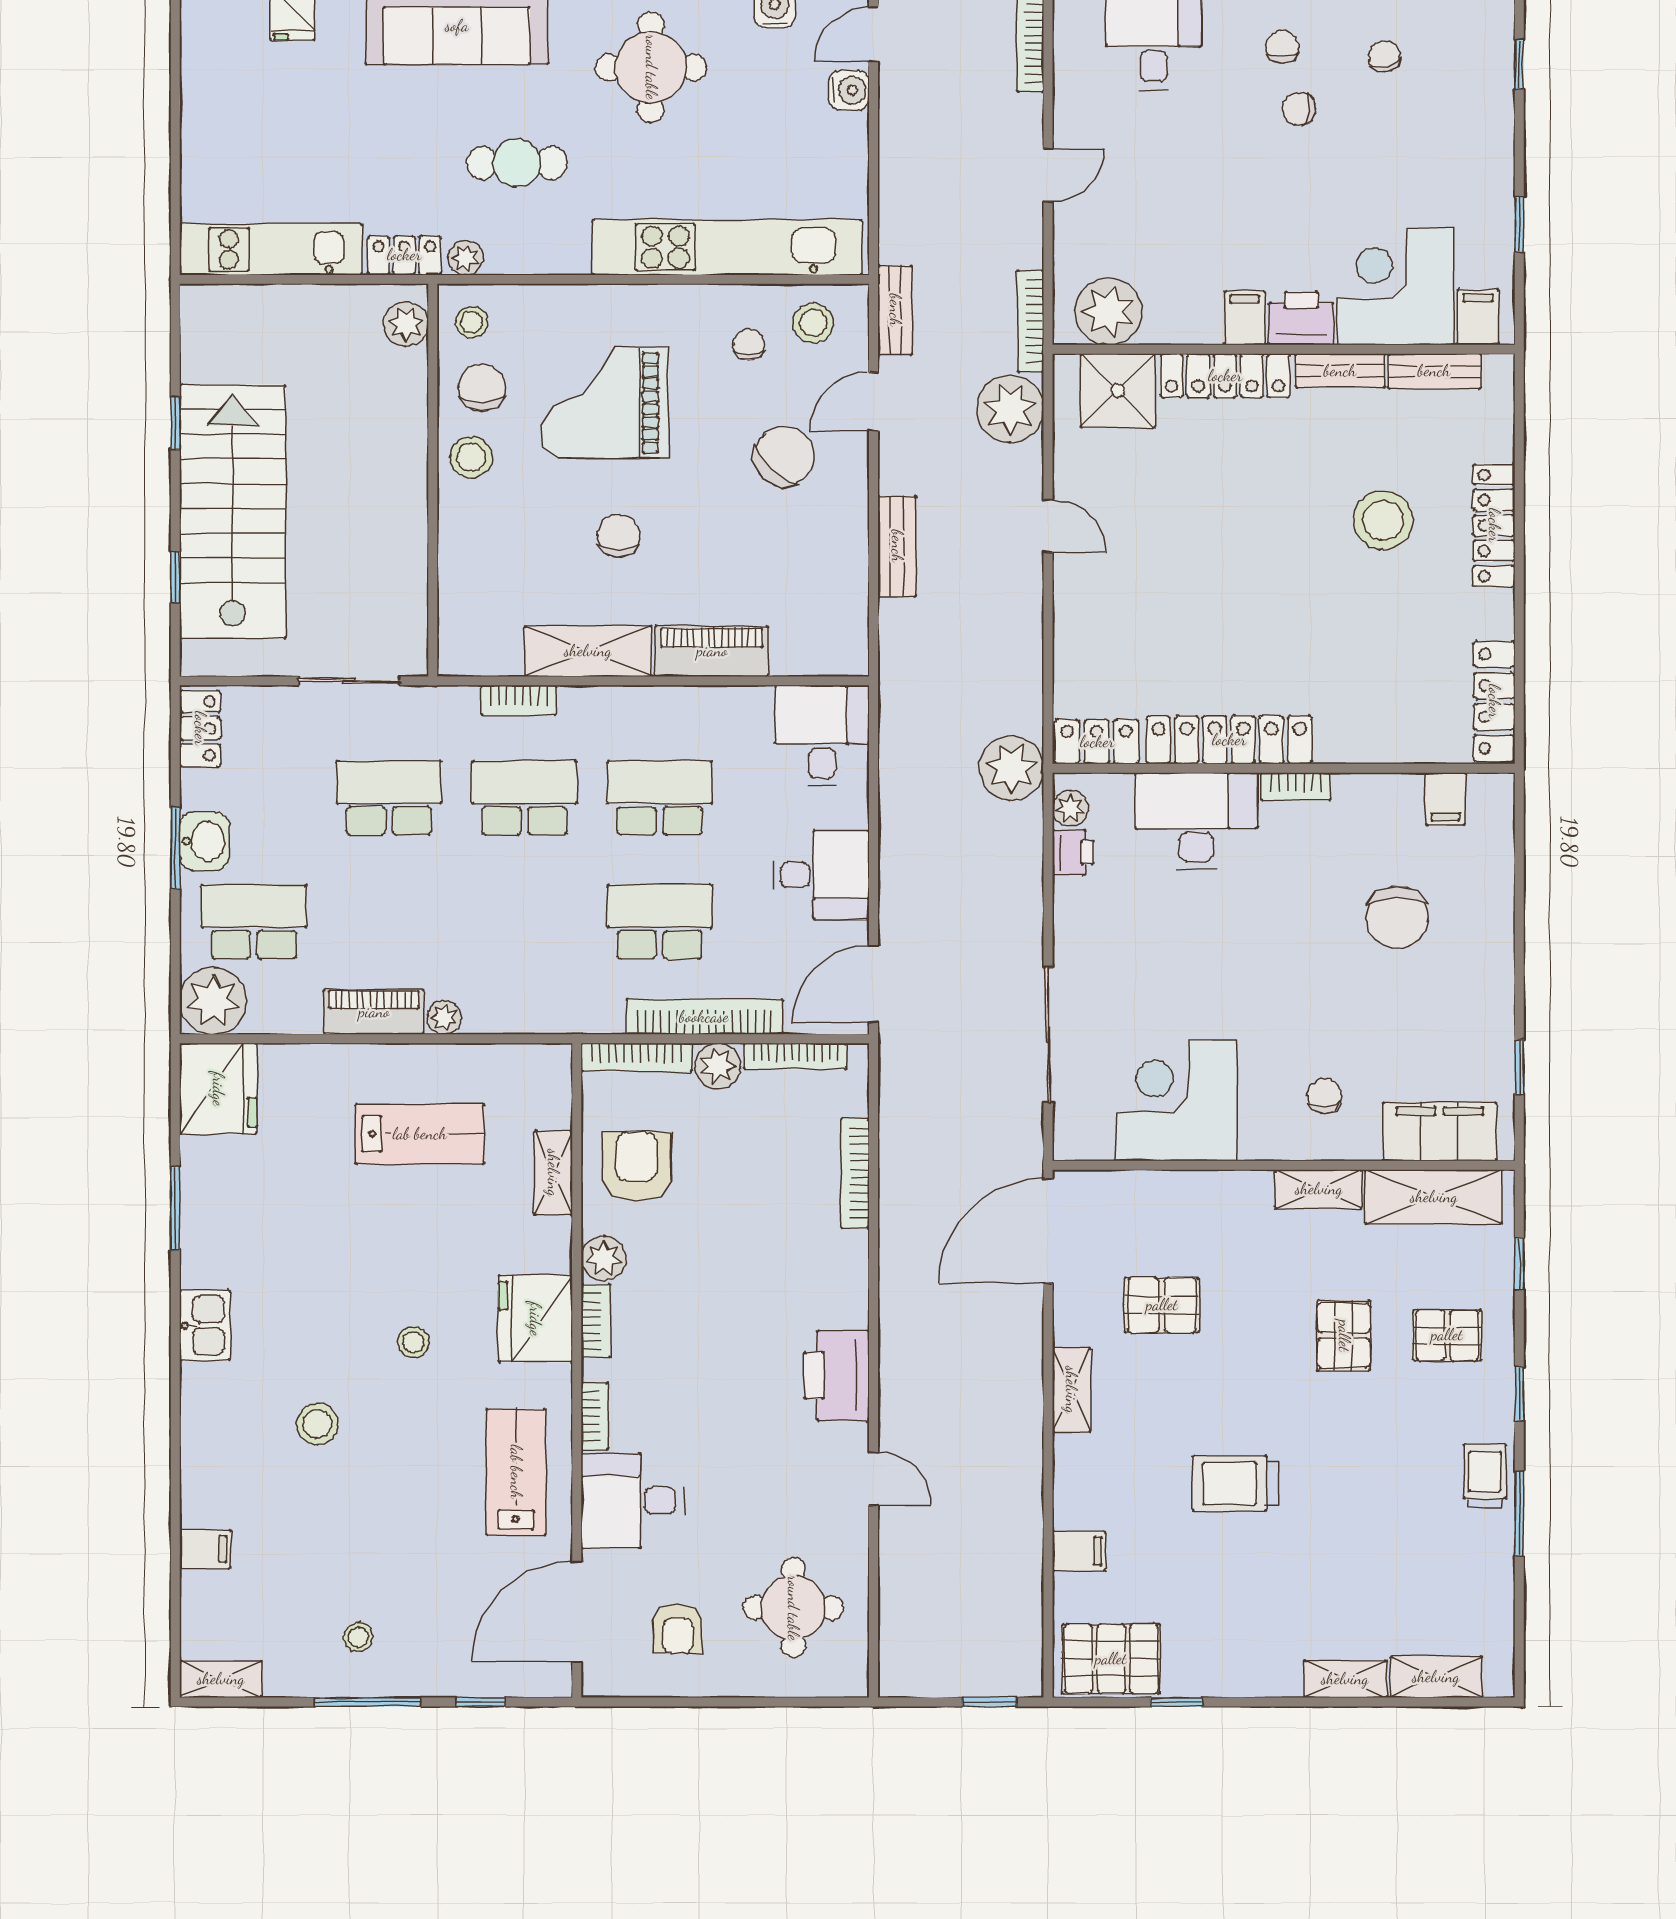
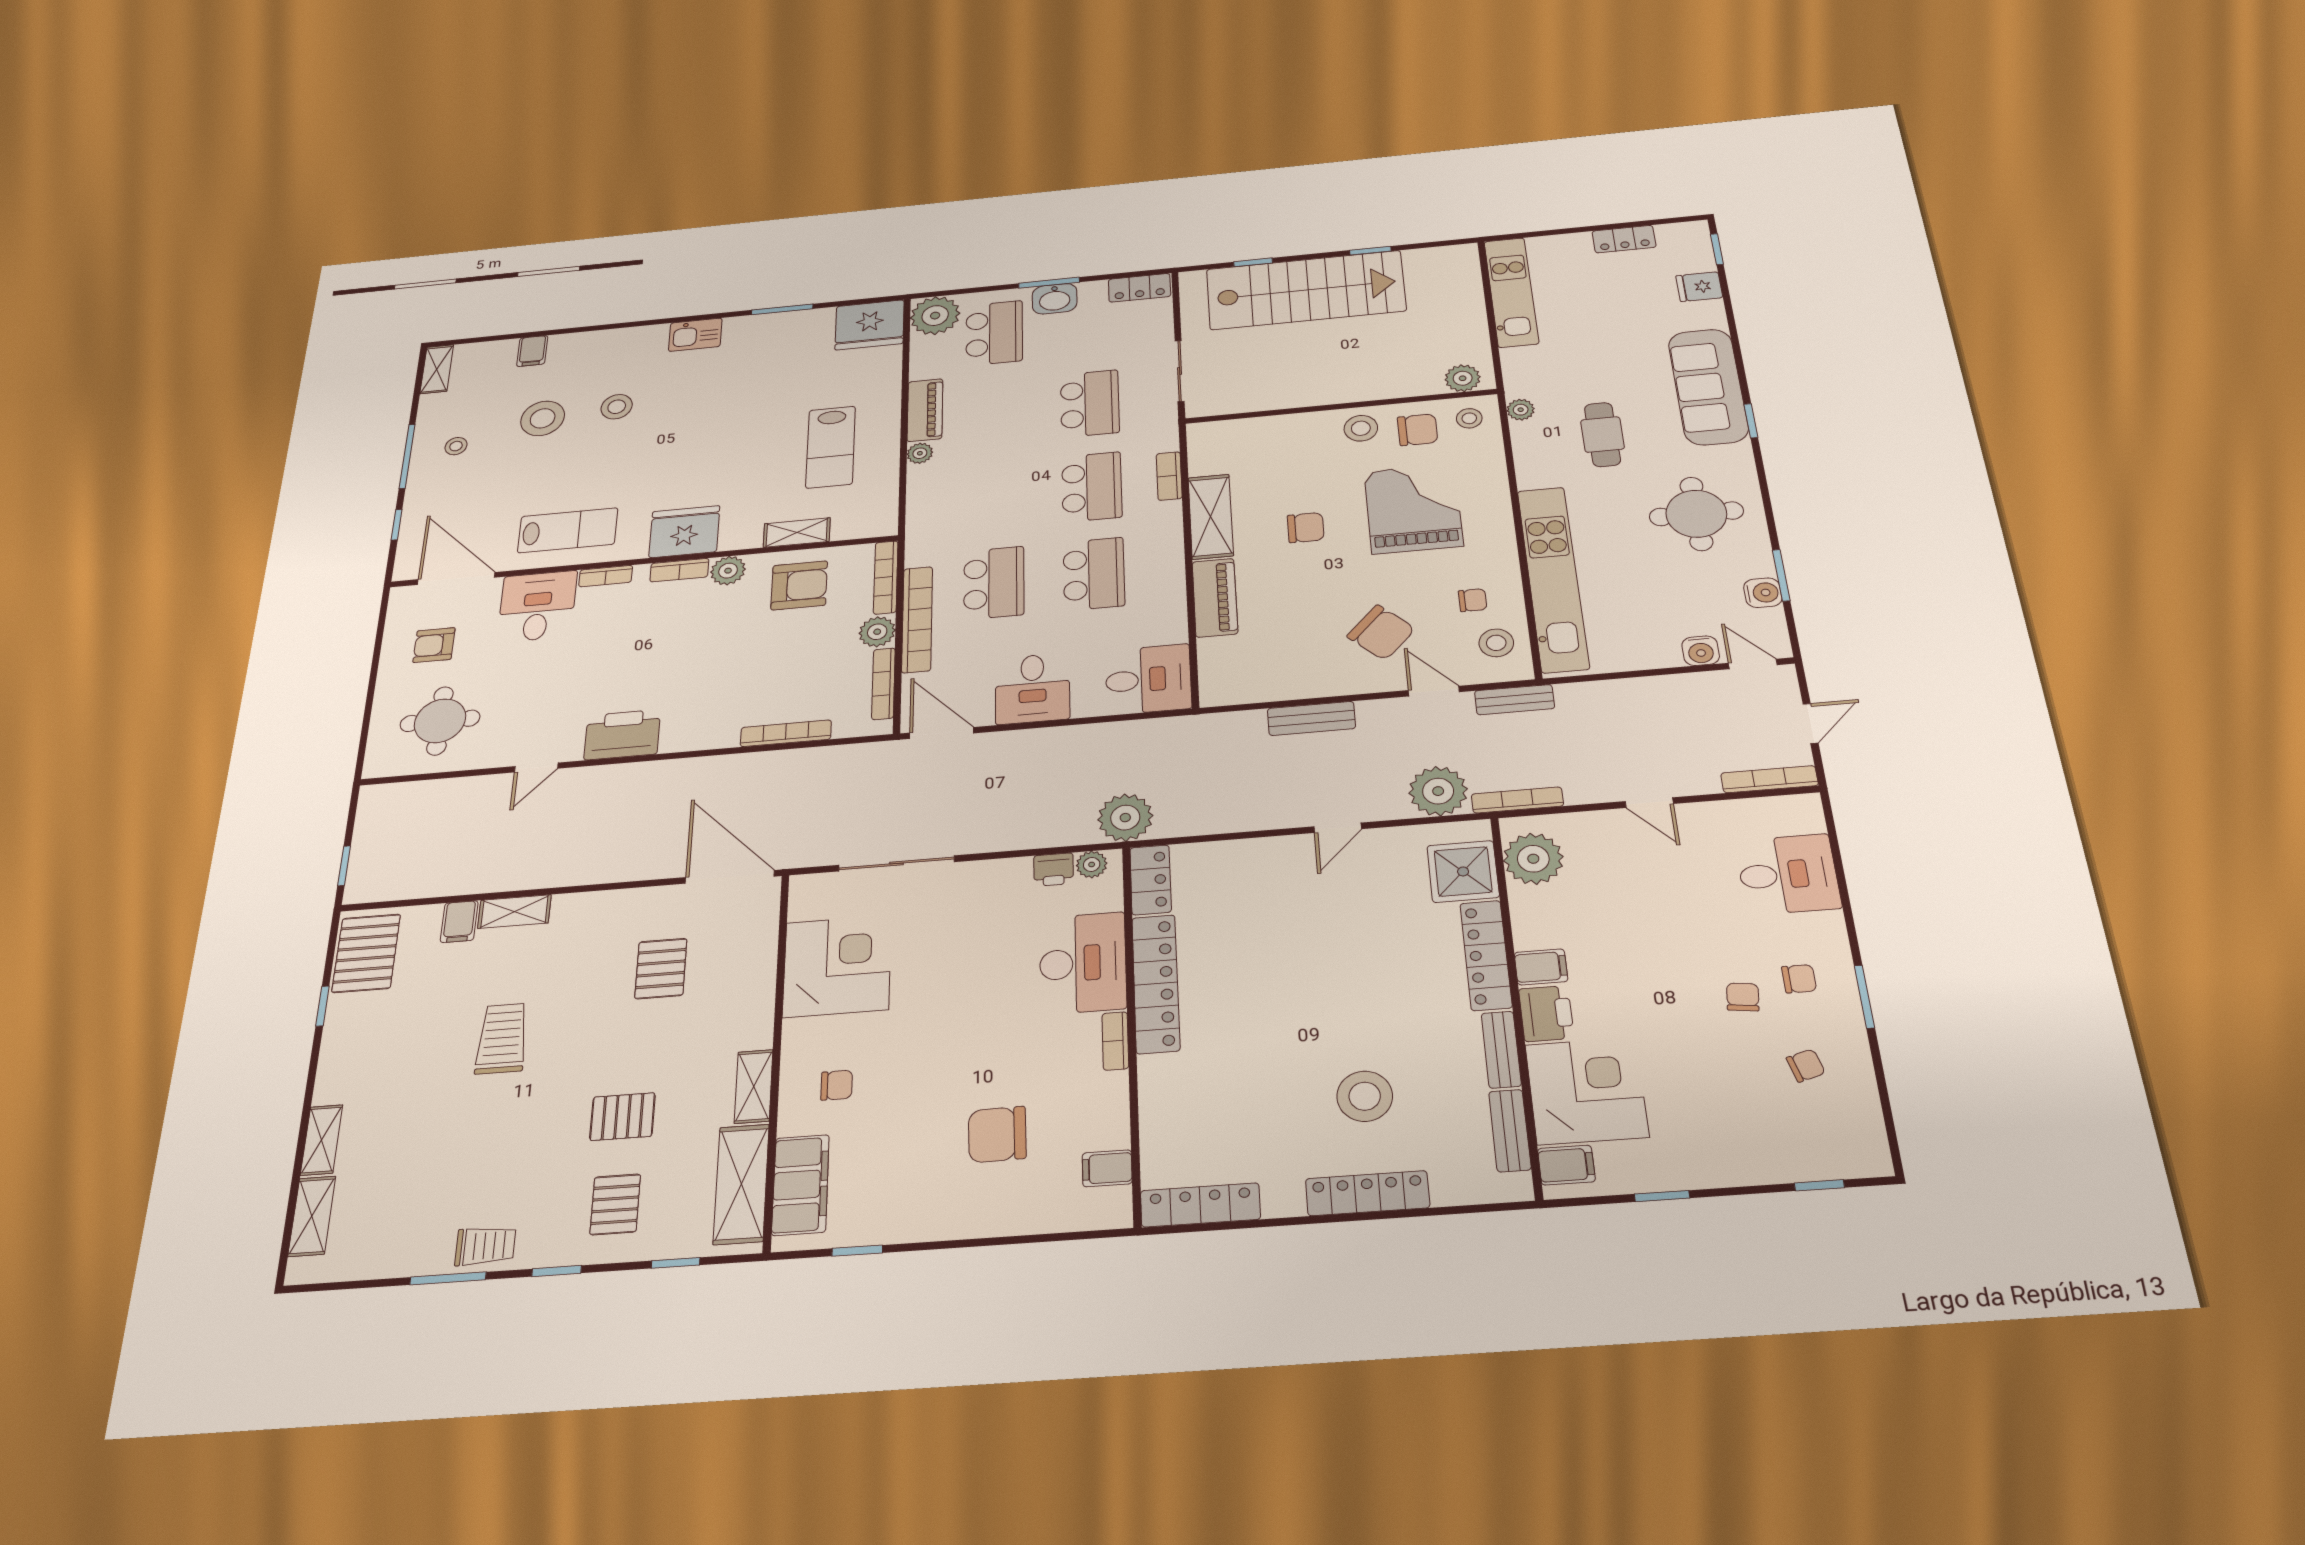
locker: (404, 255) -> (1624, 239), moved, turned 90
stool: (414, 1342) -> (543, 418), moved, width x1.89, depth x1.89
shelving: (1071, 1390) -> (514, 912), moved

